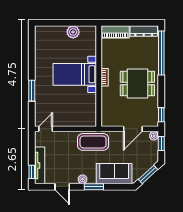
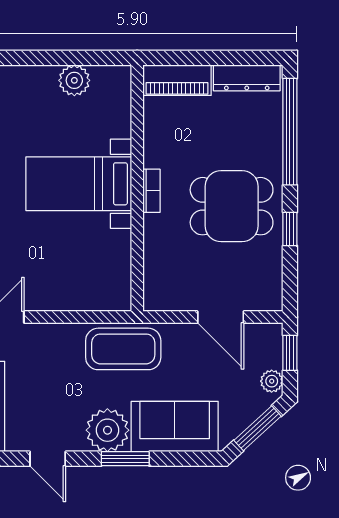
window: (161, 115) -> (290, 229), moved
door: (133, 129) -> (221, 317), hinge flipped
plant: (154, 136) -> (272, 381), moved
plant: (83, 179) -> (107, 430), width x1.87, depth x1.87

